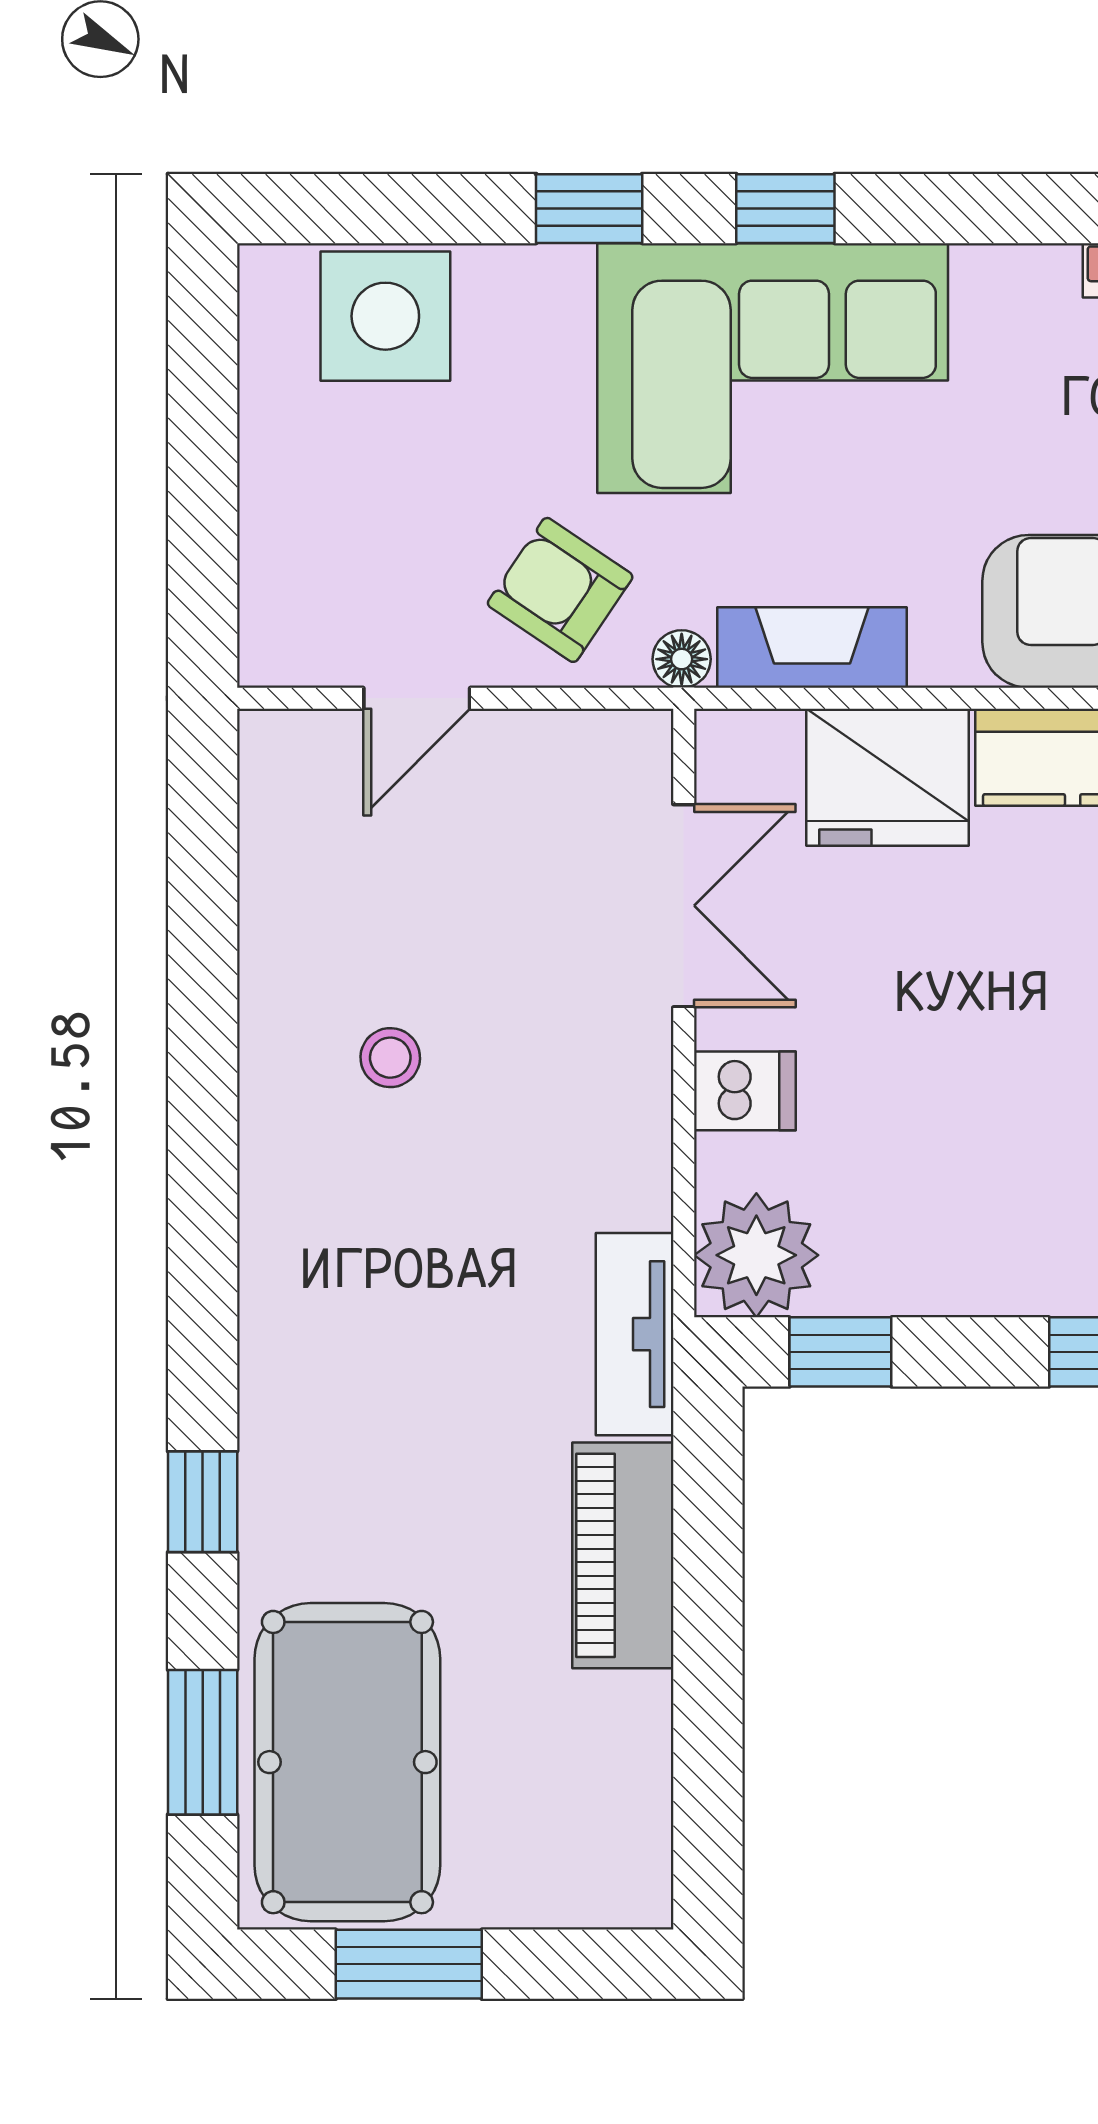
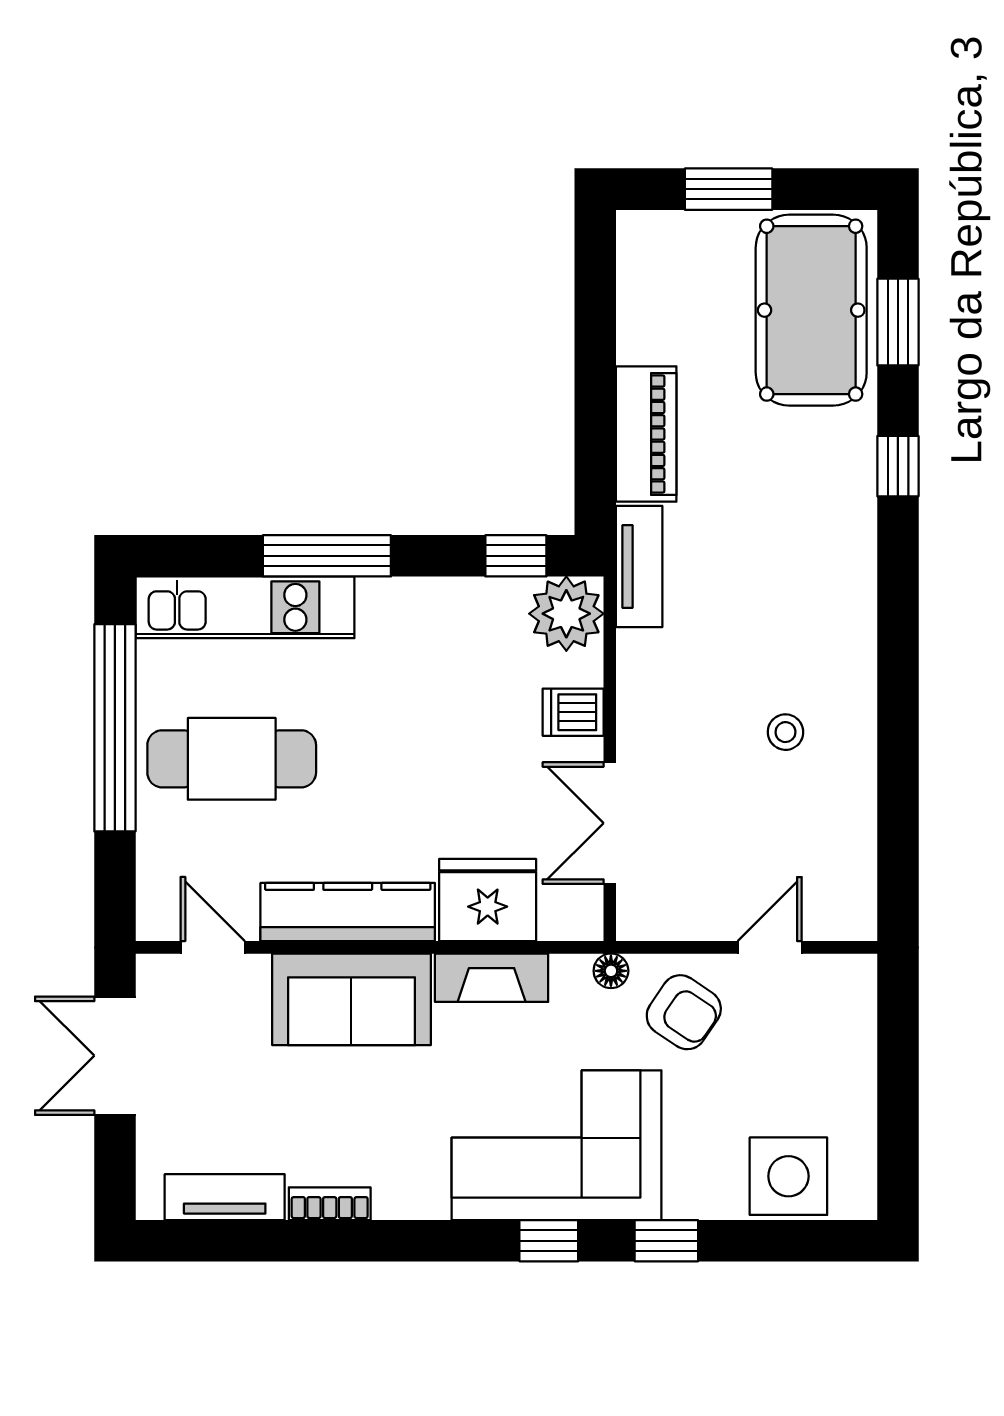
fireplace: (812, 648) -> (492, 978), moved
window: (409, 1964) -> (729, 189), moved

